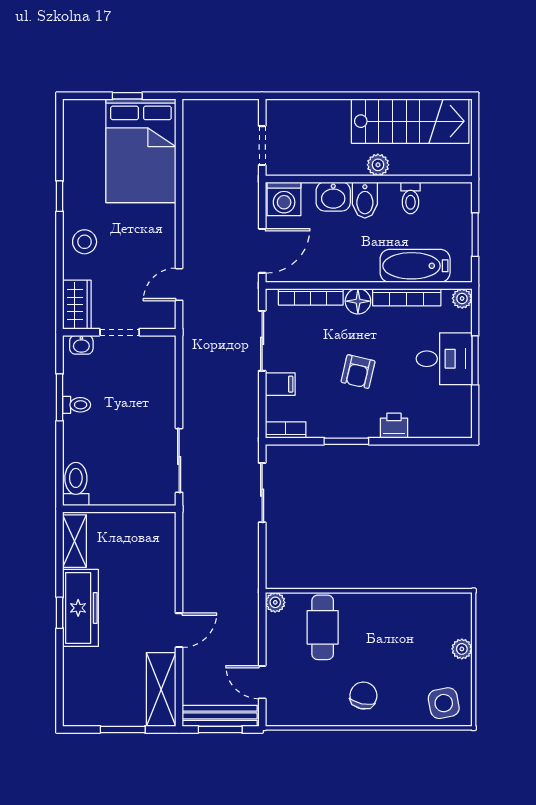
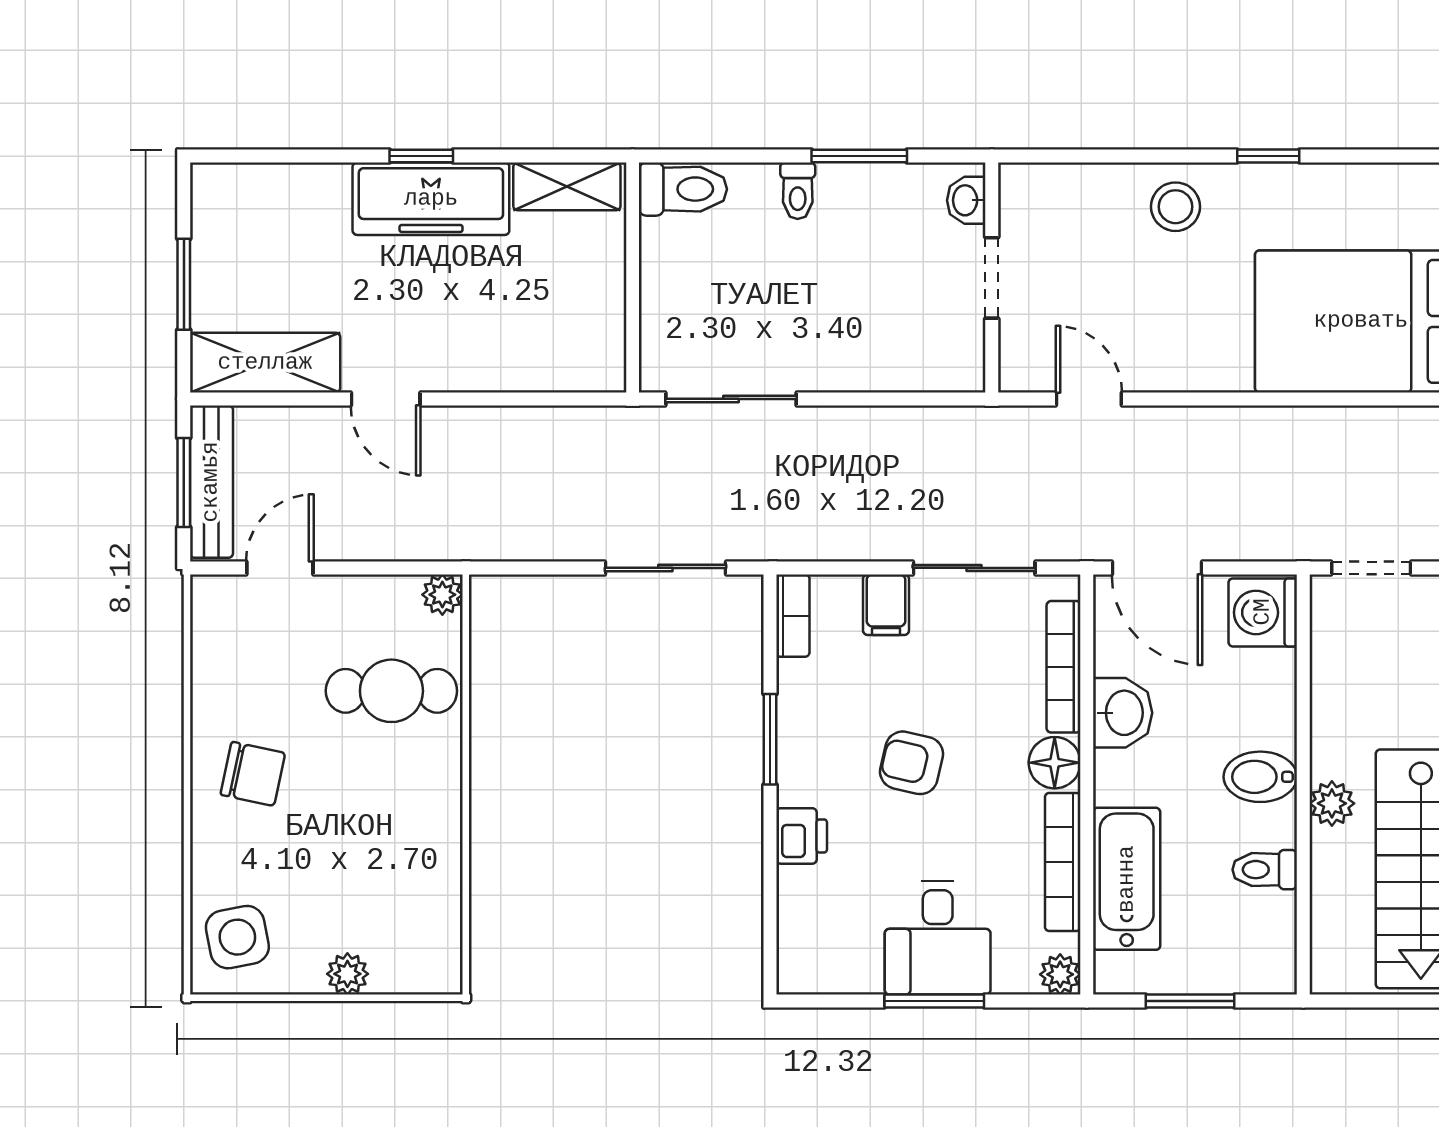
washbasin: (333, 197) -> (1123, 713), moved, turned 180
wardrobe: (77, 305) -> (1048, 191), removed
toilet: (77, 405) -> (798, 191), moved

